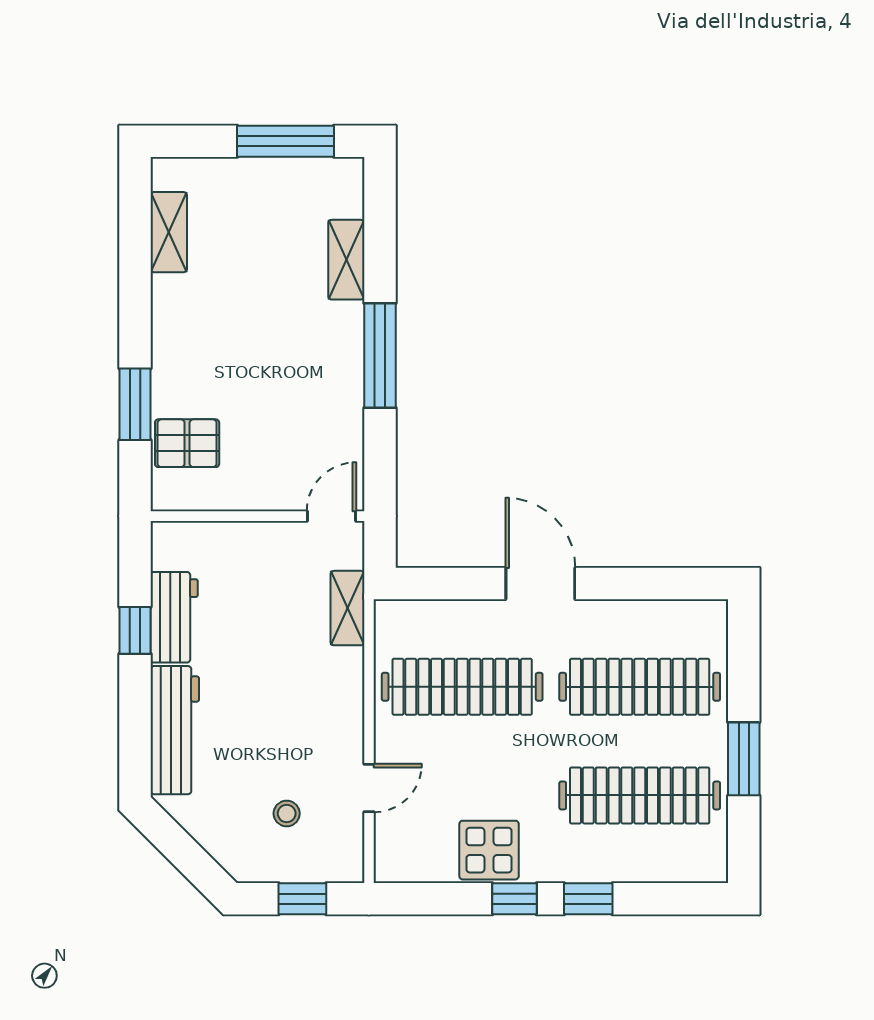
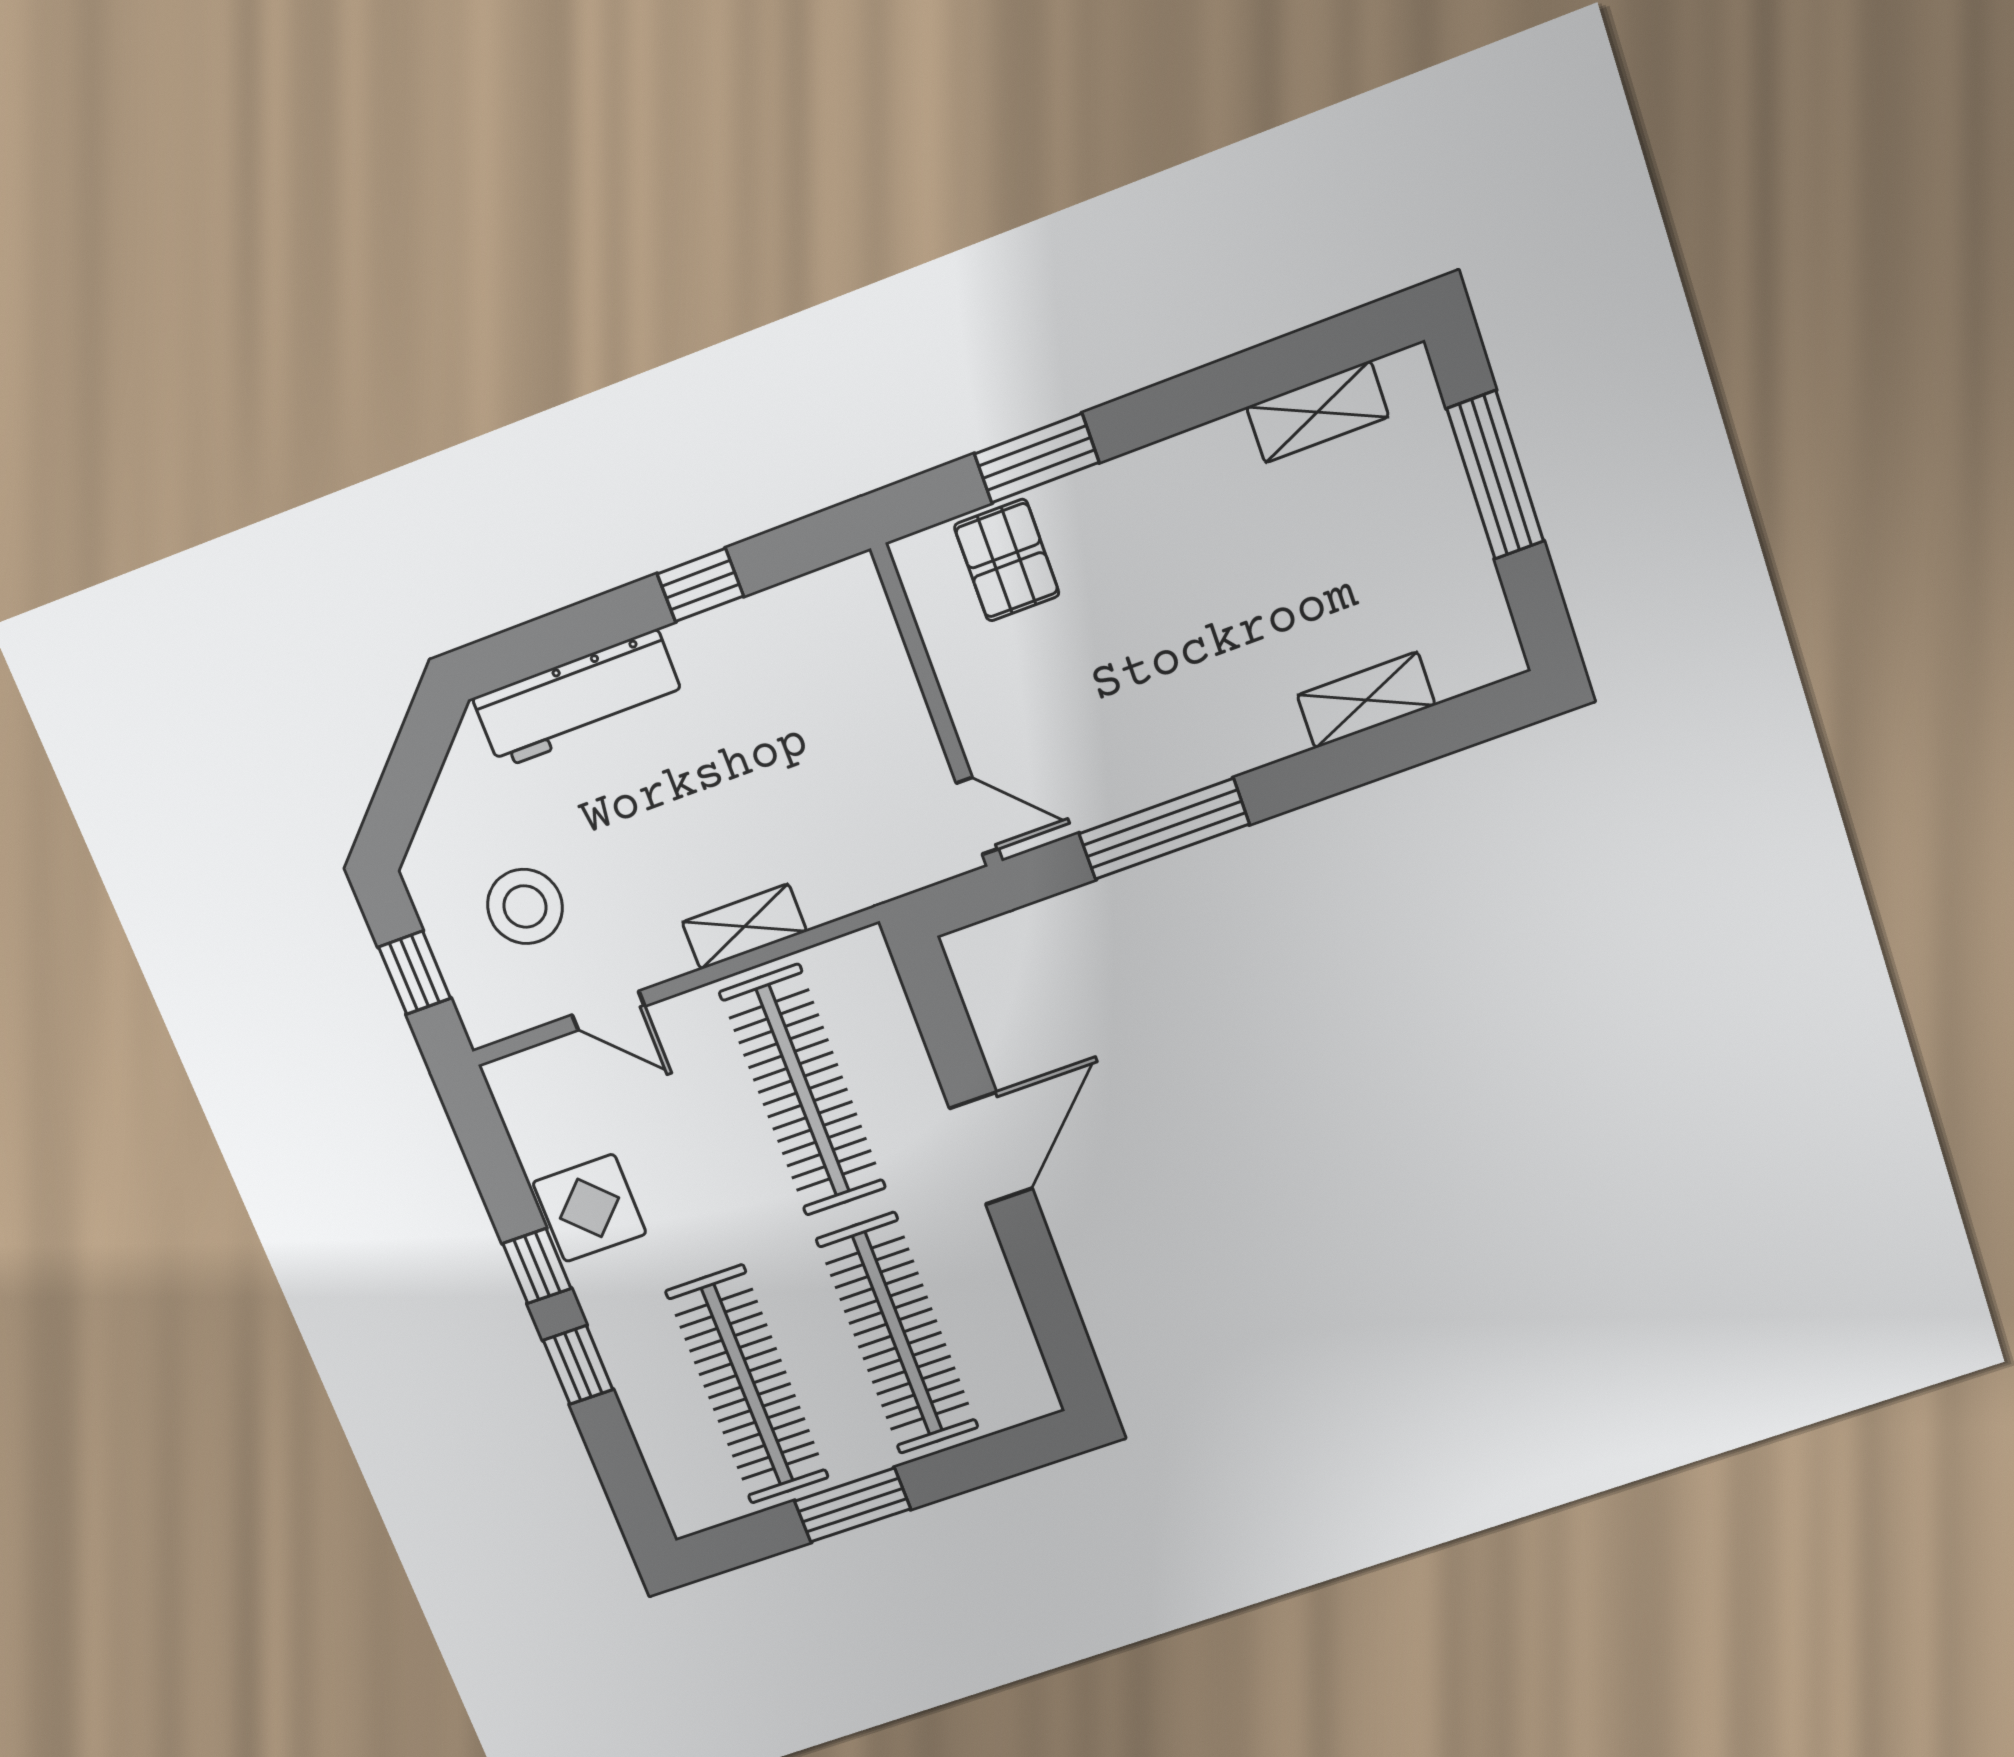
window: (285, 141) -> (1495, 475), moved
window: (380, 356) -> (1164, 829), moved
shelving: (347, 608) -> (744, 927), moved
workbench: (174, 617) -> (742, 637), removed
stool: (287, 813) -> (525, 906), width x1.89, depth x1.89

